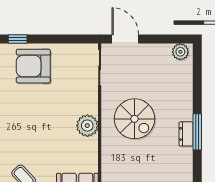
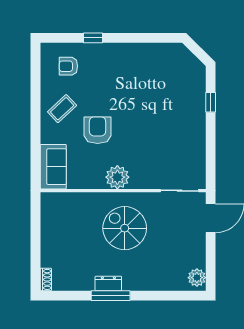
armchair: (33, 66) -> (98, 130), moved, width x0.73, depth x0.73
spiral stairs: (135, 119) -> (125, 228), turned 90

